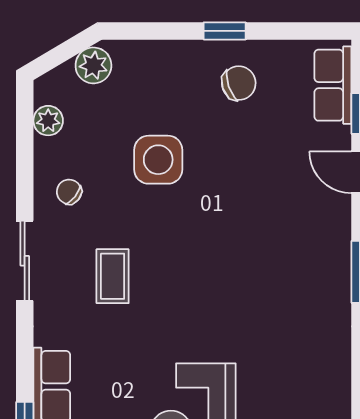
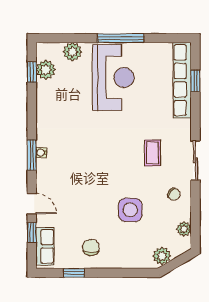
window: (225, 31) -> (74, 273), moved
chair: (239, 83) -> (91, 247), turned 109
water cooler: (340, 277) -> (41, 153), added

